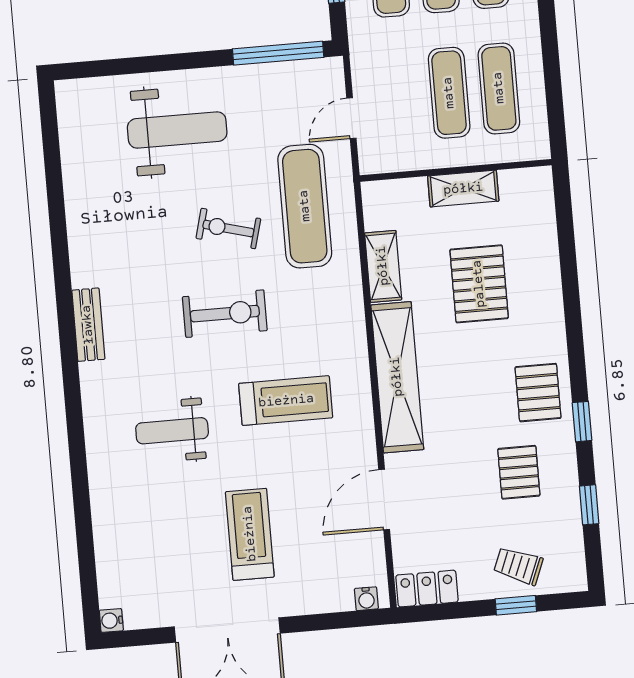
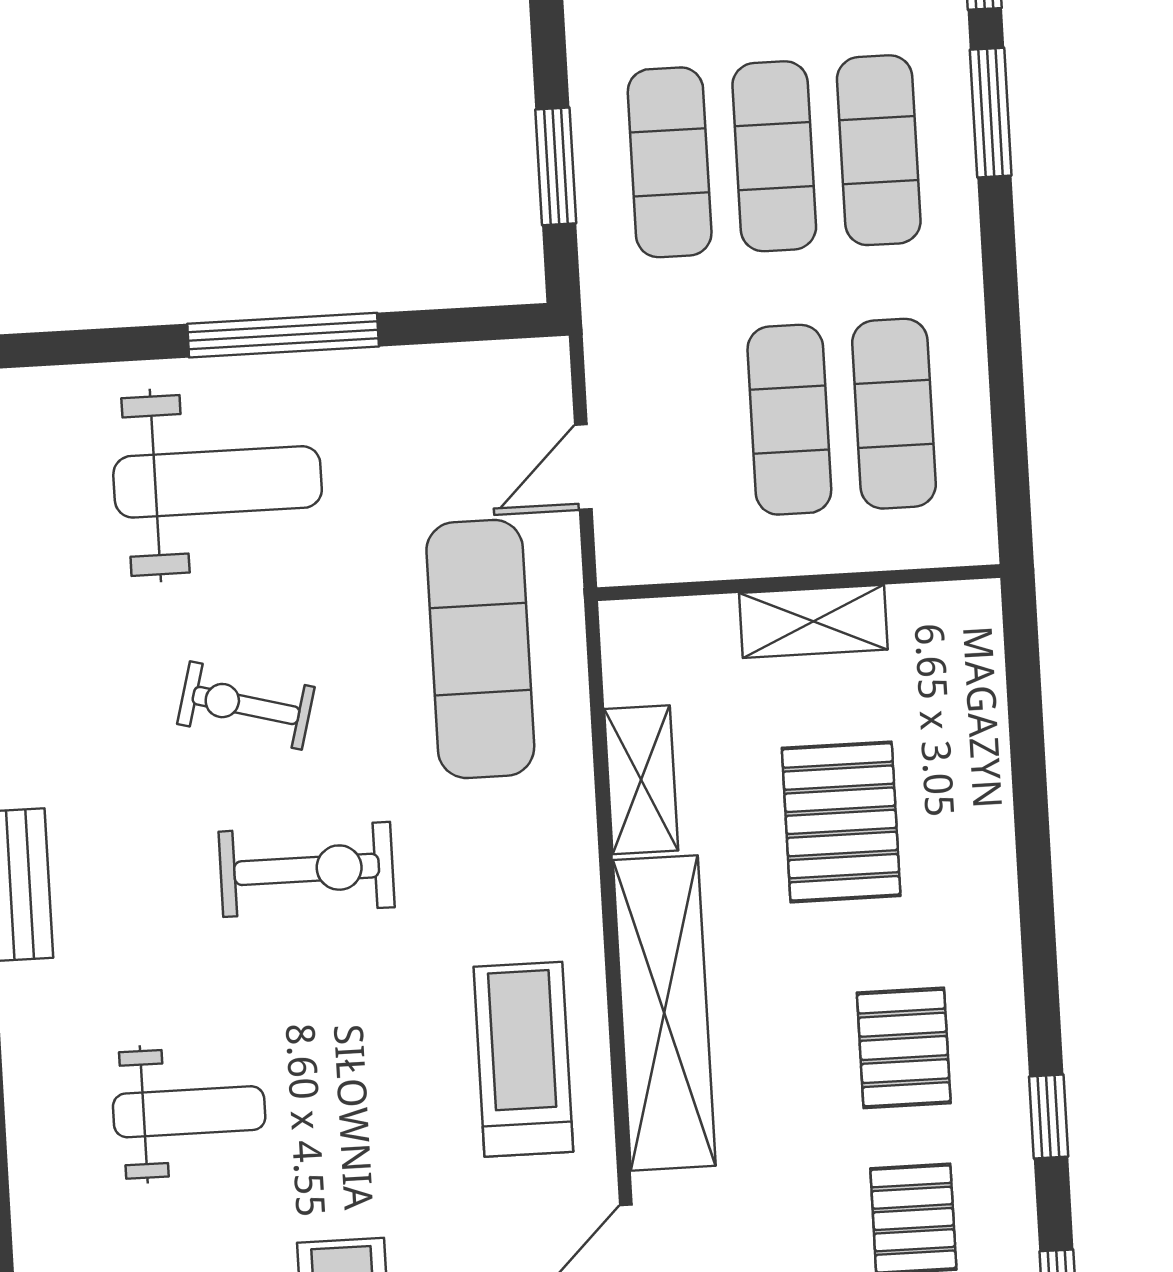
window: (278, 53) -> (283, 335), moved
exercise bike: (228, 228) -> (246, 705), moved
pallet: (538, 393) -> (904, 1048), moved
treadmill: (286, 401) -> (523, 1059), moved, turned -90
weight bench: (172, 431) -> (189, 1112), turned 180

